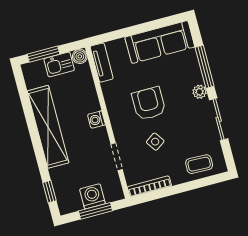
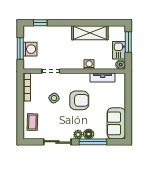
sofa: (160, 42) -> (116, 123), width x0.73
tv unit: (102, 63) -> (103, 77), moved
floor lamp: (195, 76) -> (89, 134), added
washing machine: (96, 120) -> (89, 65), moved
shelving: (48, 127) -> (90, 33), width x0.68

